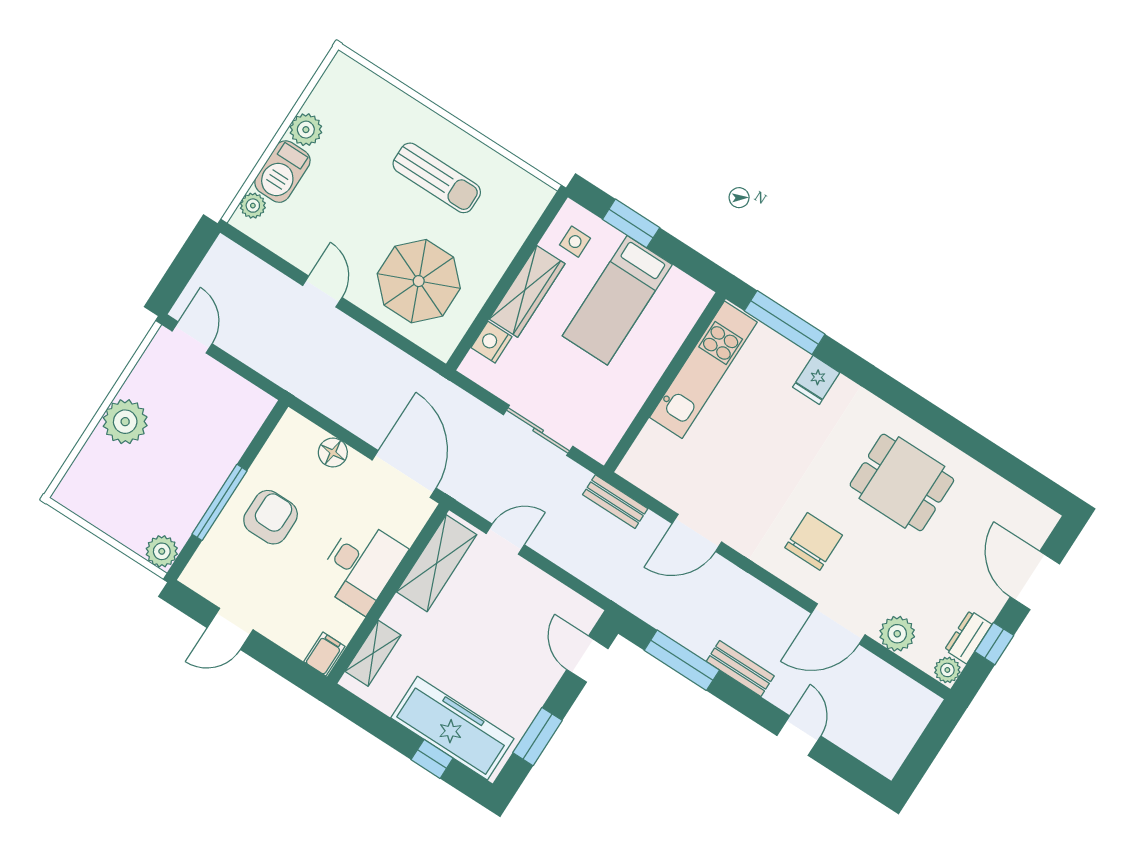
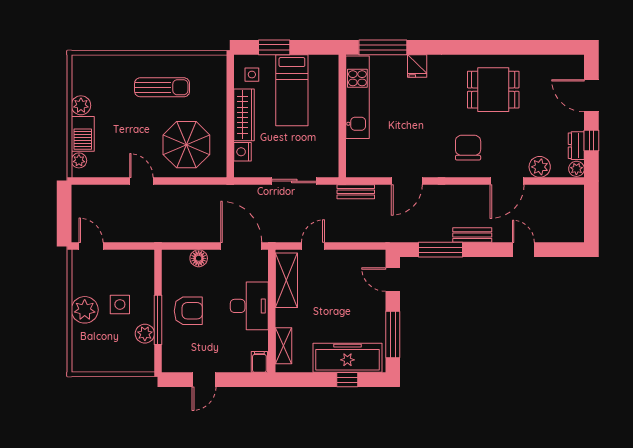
side table: (180, 446) -> (120, 304), added
armchair: (271, 517) -> (188, 311), turned 90
plant: (162, 551) -> (145, 334), moved
window: (537, 737) -> (393, 334), width x1.44

